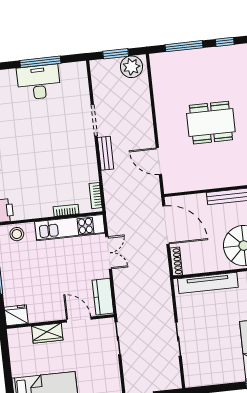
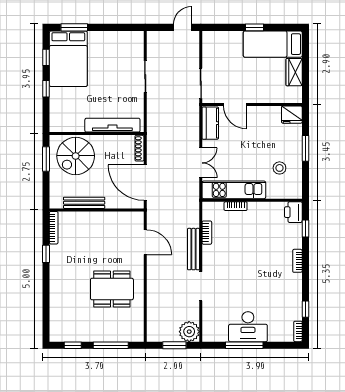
plant: (131, 67) -> (189, 332), moved
dining table: (211, 123) -> (112, 289), moved
bench: (106, 153) -> (194, 249), width x1.36
bookcase: (96, 196) -> (207, 233), moved
stool: (17, 234) -> (279, 168), moved
double door: (109, 253) -> (201, 163), swing flipped
wardrobe: (47, 333) -> (294, 72), moved, turned -90

